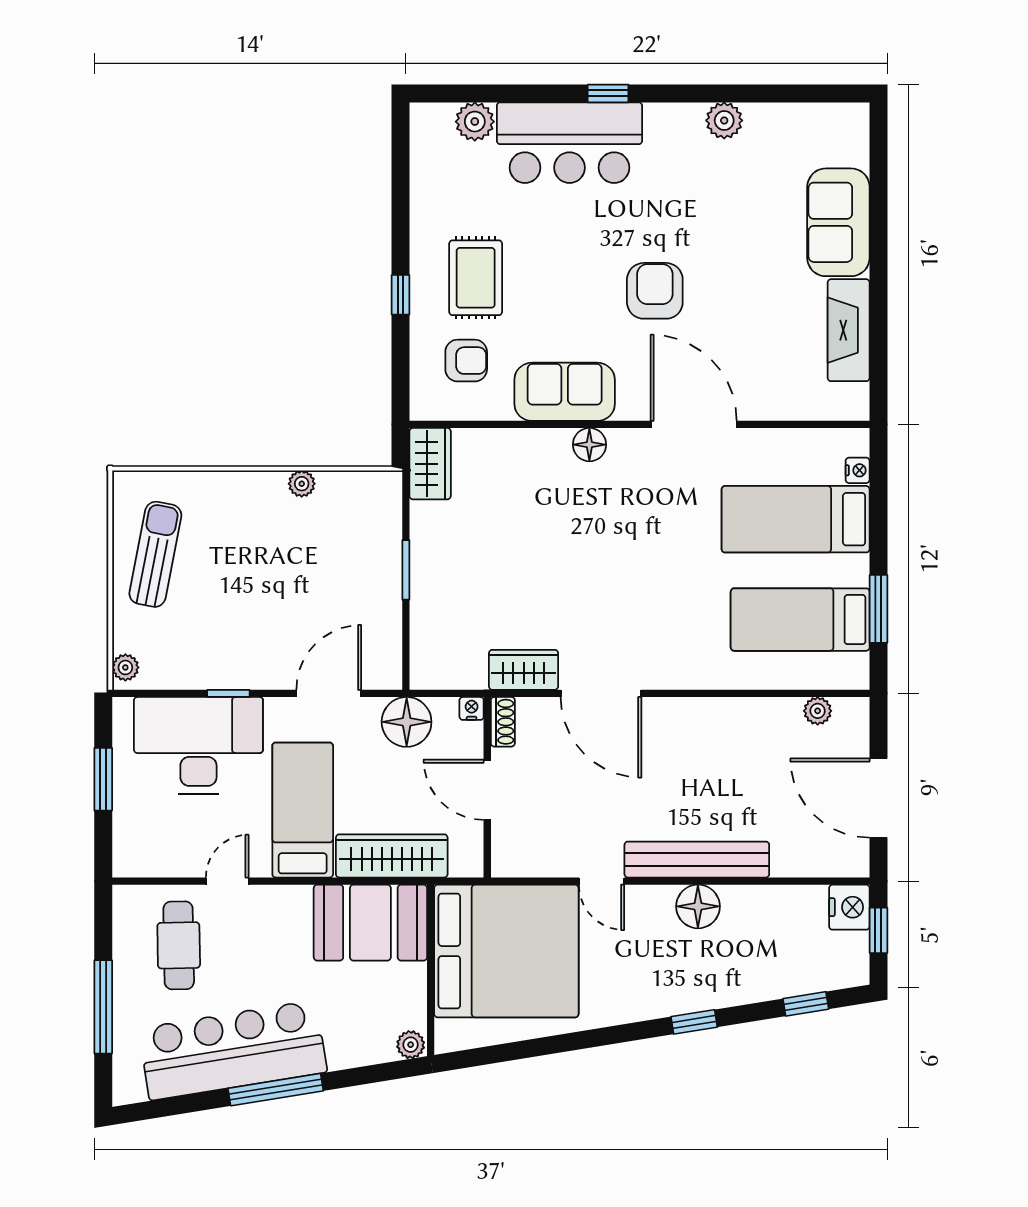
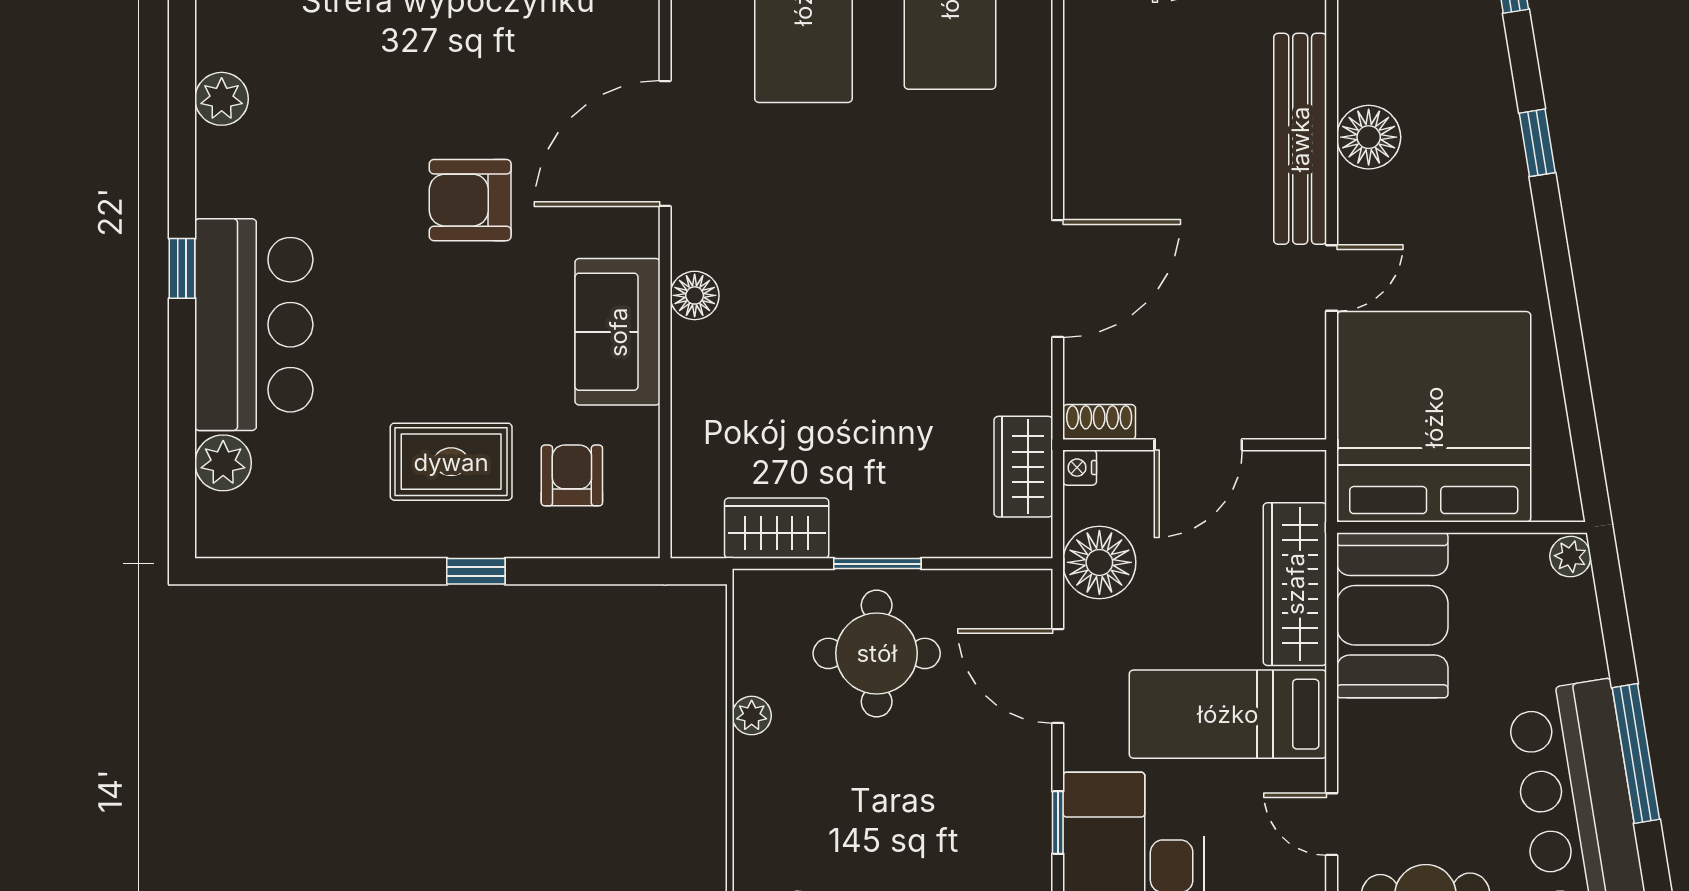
wardrobe: (430, 464) -> (777, 528), moved
round table: (344, 569) -> (877, 653), added
wardrobe: (524, 670) -> (1023, 467), moved

